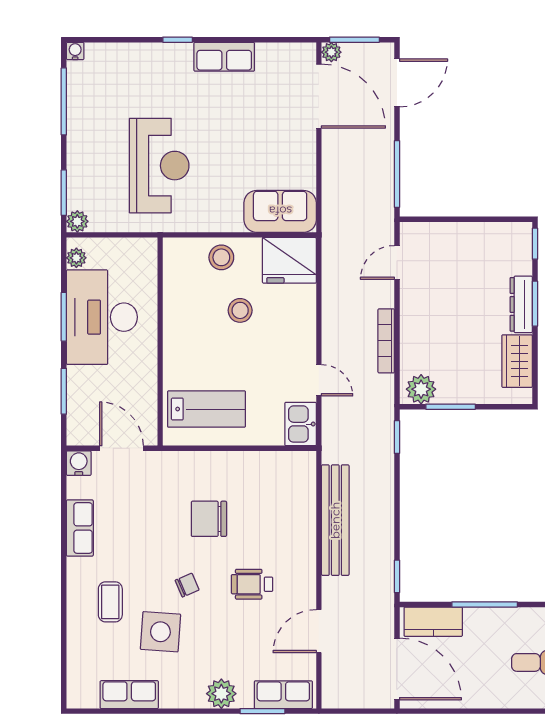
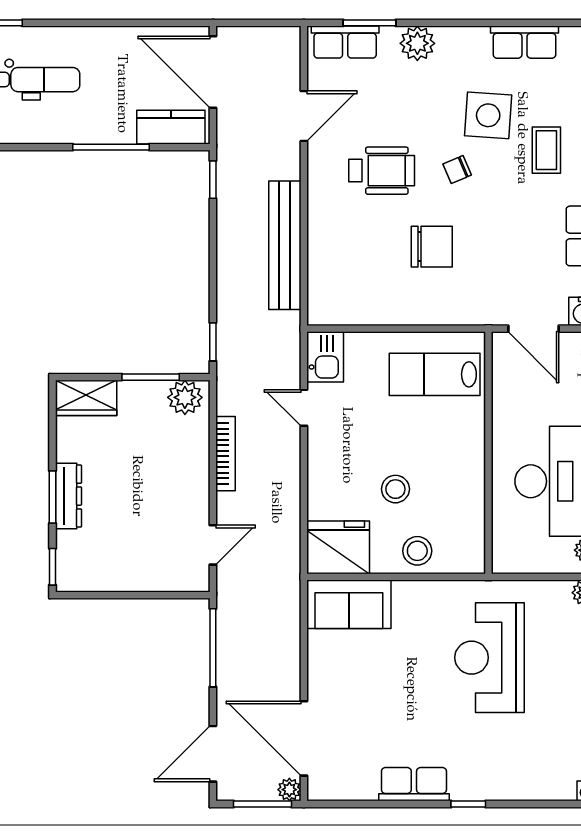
wardrobe: (517, 361) -> (86, 398), moved, turned 90
wheelchair: (252, 584) -> (382, 171), width x1.36, depth x1.37

